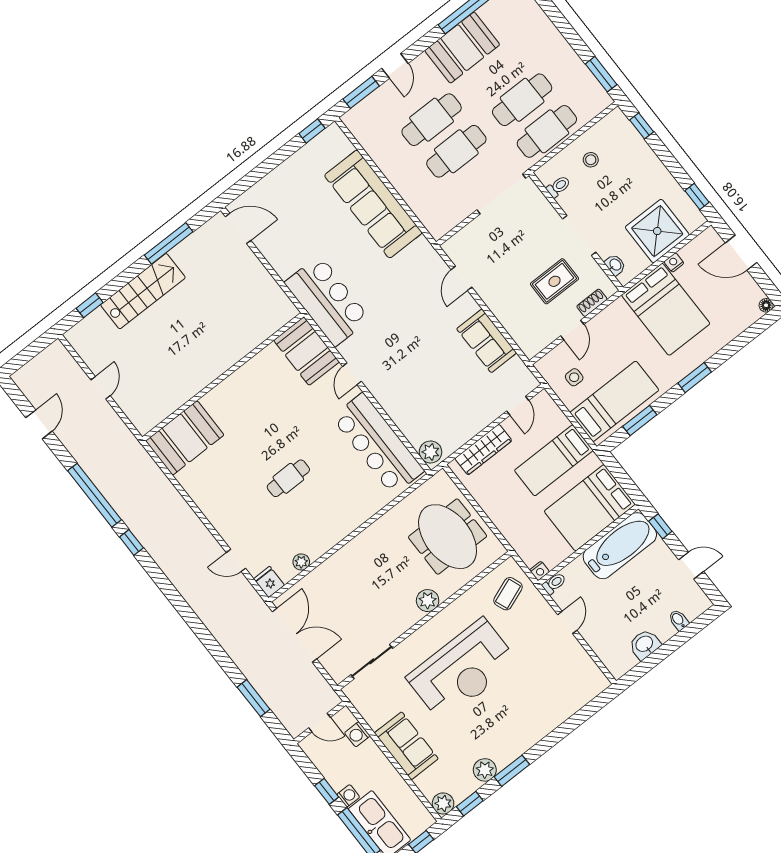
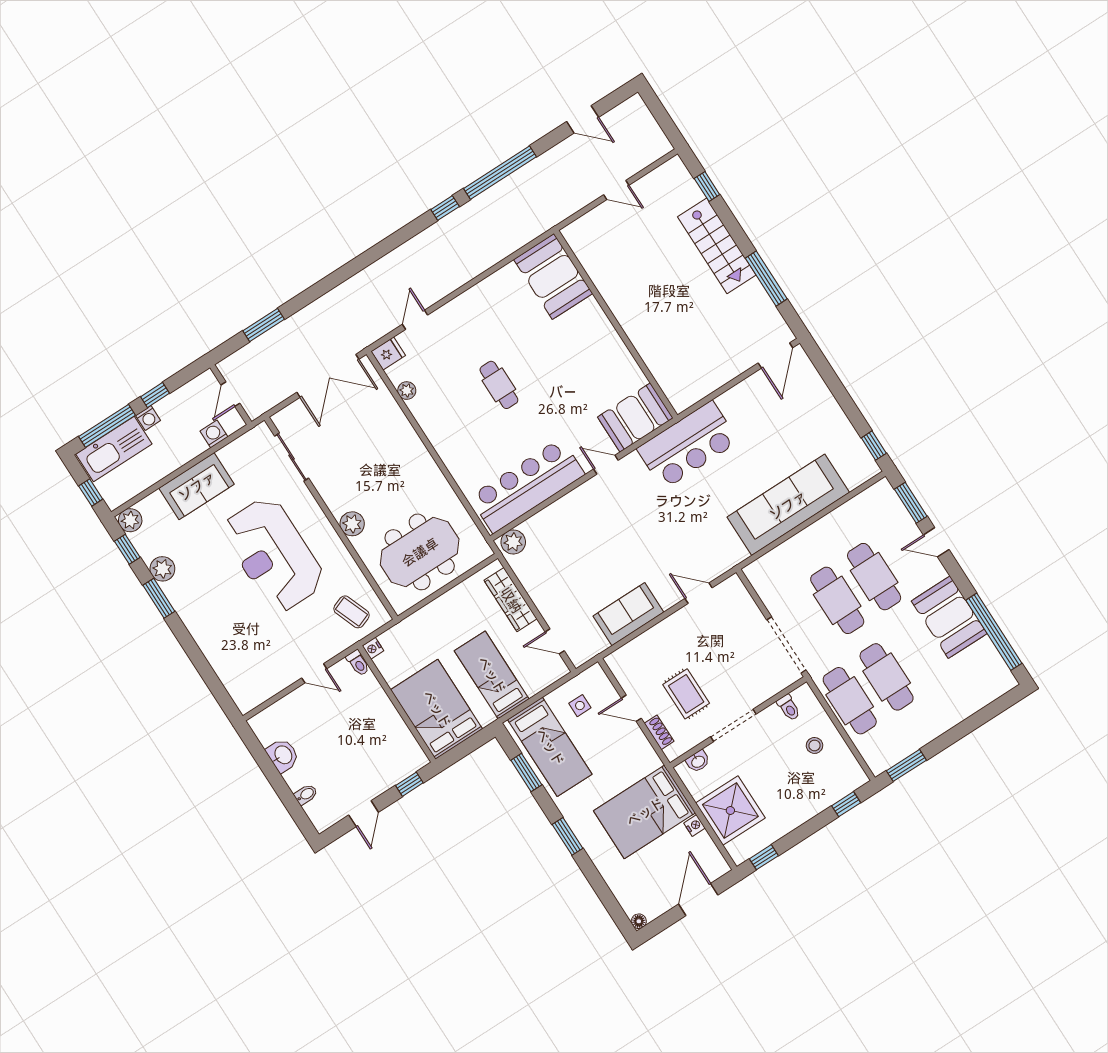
bathtub: (620, 546) -> (392, 738), removed

